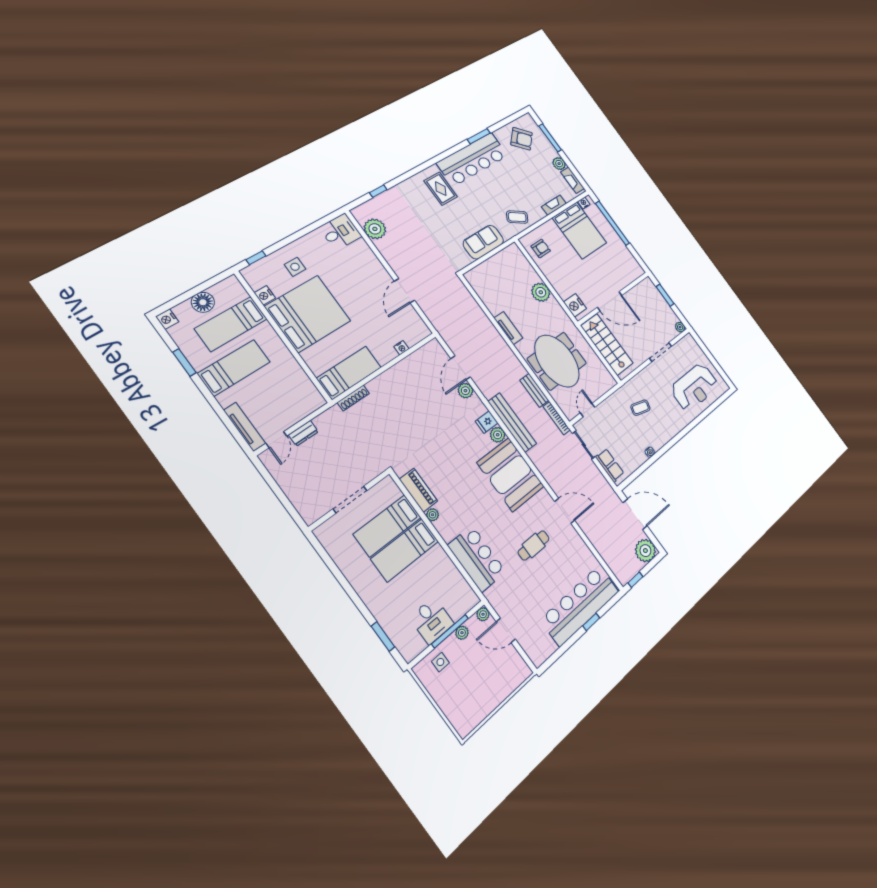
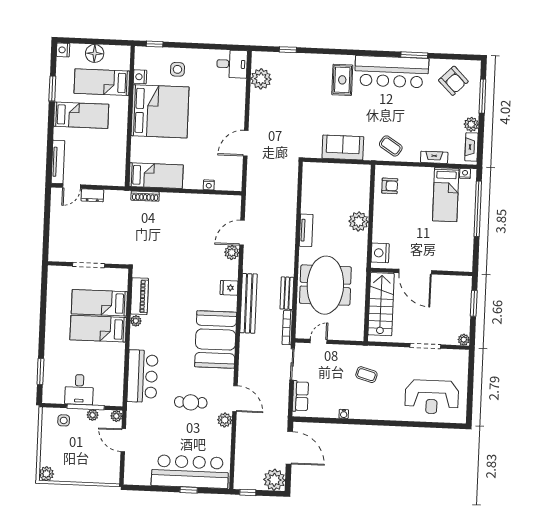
bed: (580, 230) -> (446, 195), width x0.67
plant: (498, 435) -> (225, 420), moved
plant: (464, 727) -> (46, 474), added

